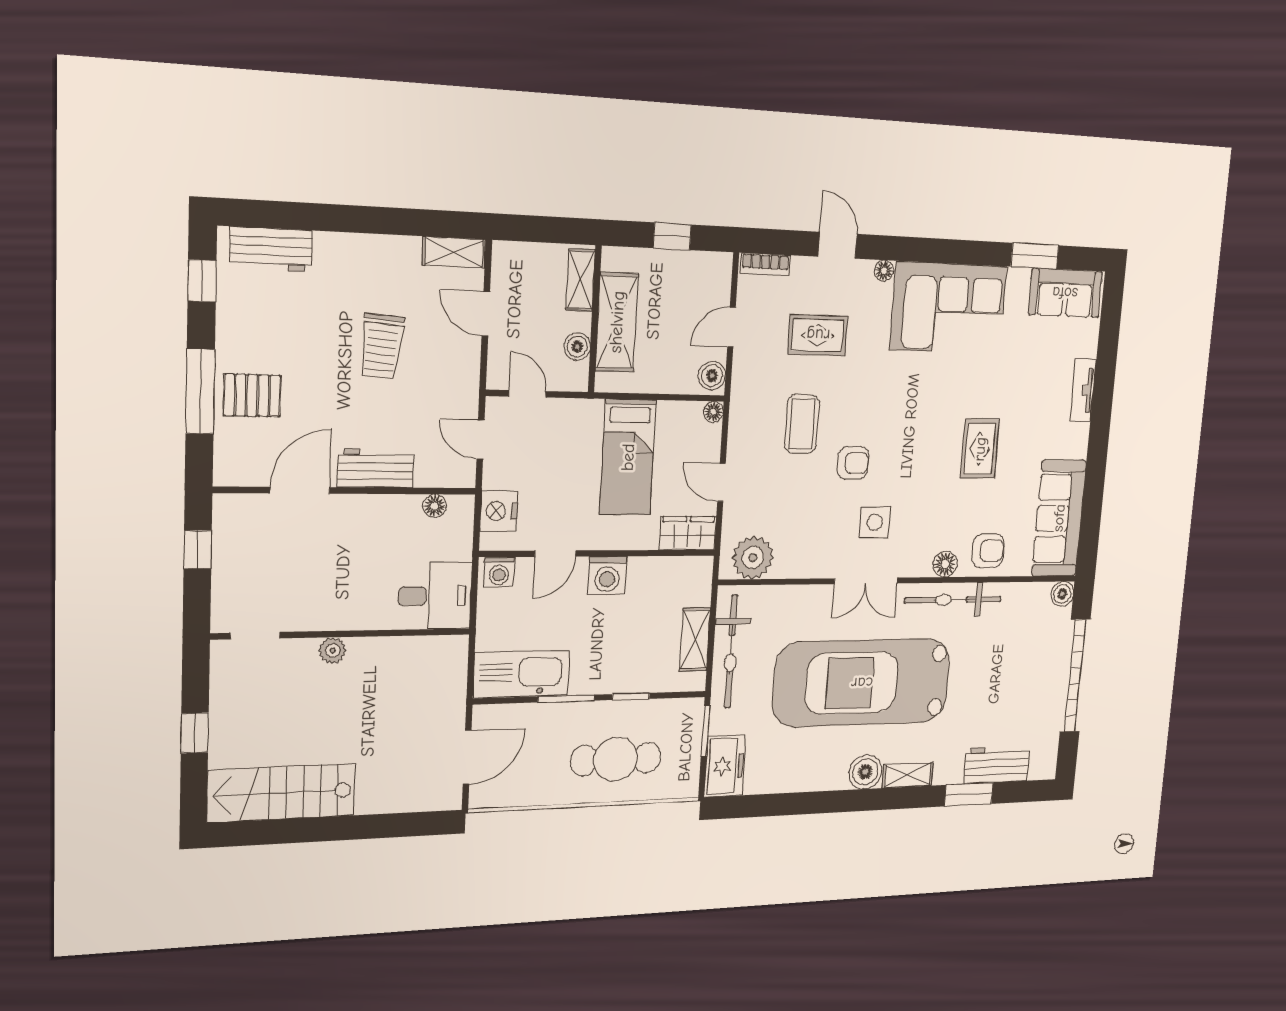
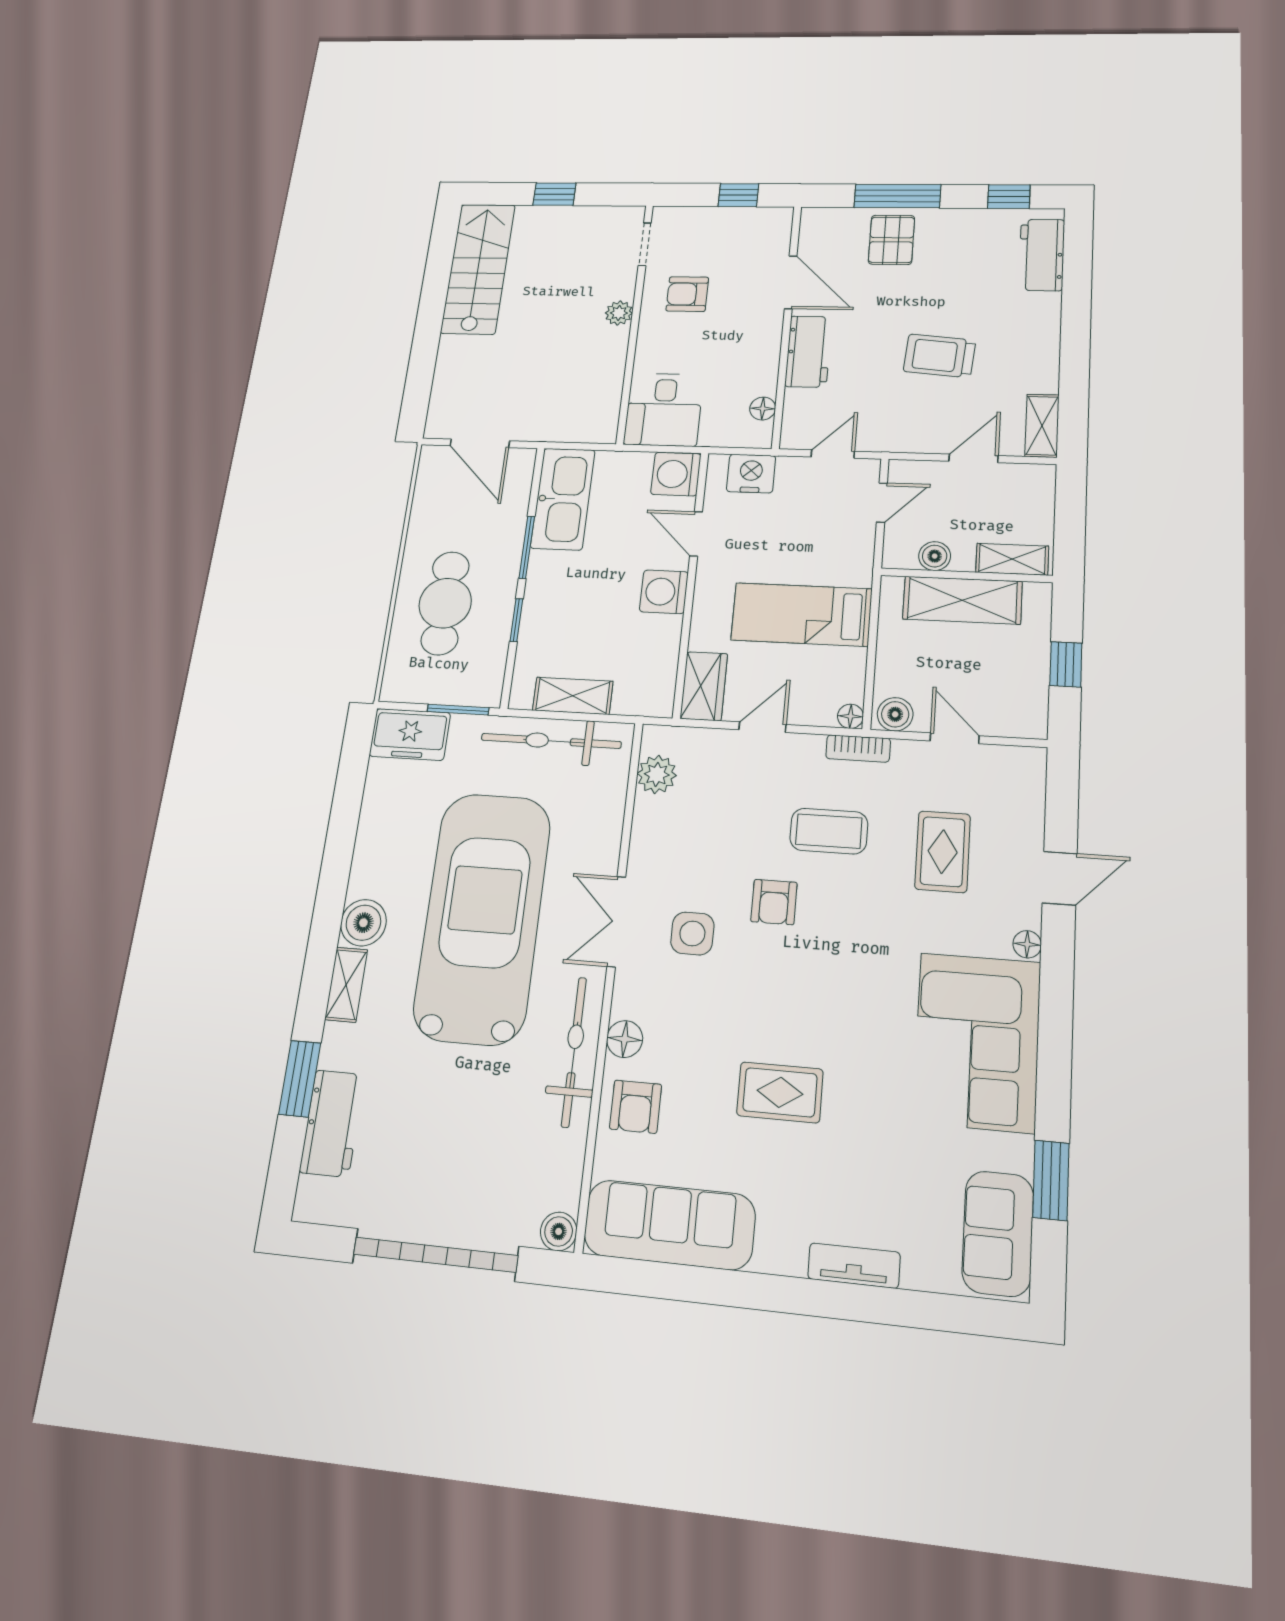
bookcase: (765, 264) -> (858, 748), moved, turned -90
plant: (753, 558) -> (657, 774), width x0.73, depth x0.73
washing machine: (499, 572) -> (676, 474), width x1.38, depth x1.38
armchair: (312, 588) -> (687, 294), added

